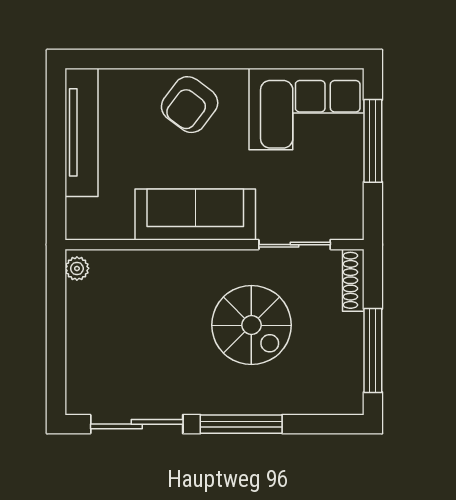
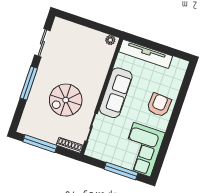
armchair: (190, 105) -> (159, 105), turned 57
tv unit: (81, 132) -> (146, 54), moved
sliding door: (137, 424) -> (42, 43), width x0.73

